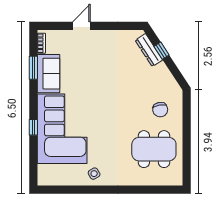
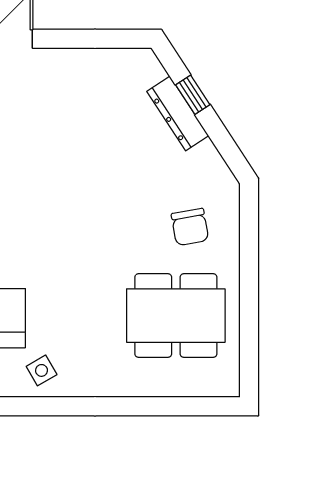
dresser: (149, 50) -> (178, 113), moved

